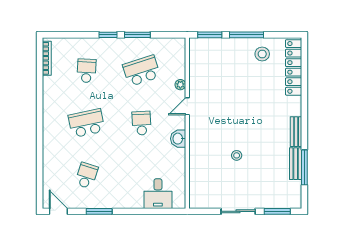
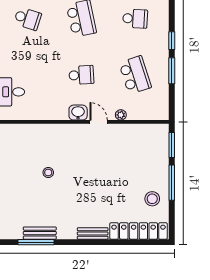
bench: (296, 132) -> (93, 233), moved
washbasin: (178, 139) -> (78, 113), moved

